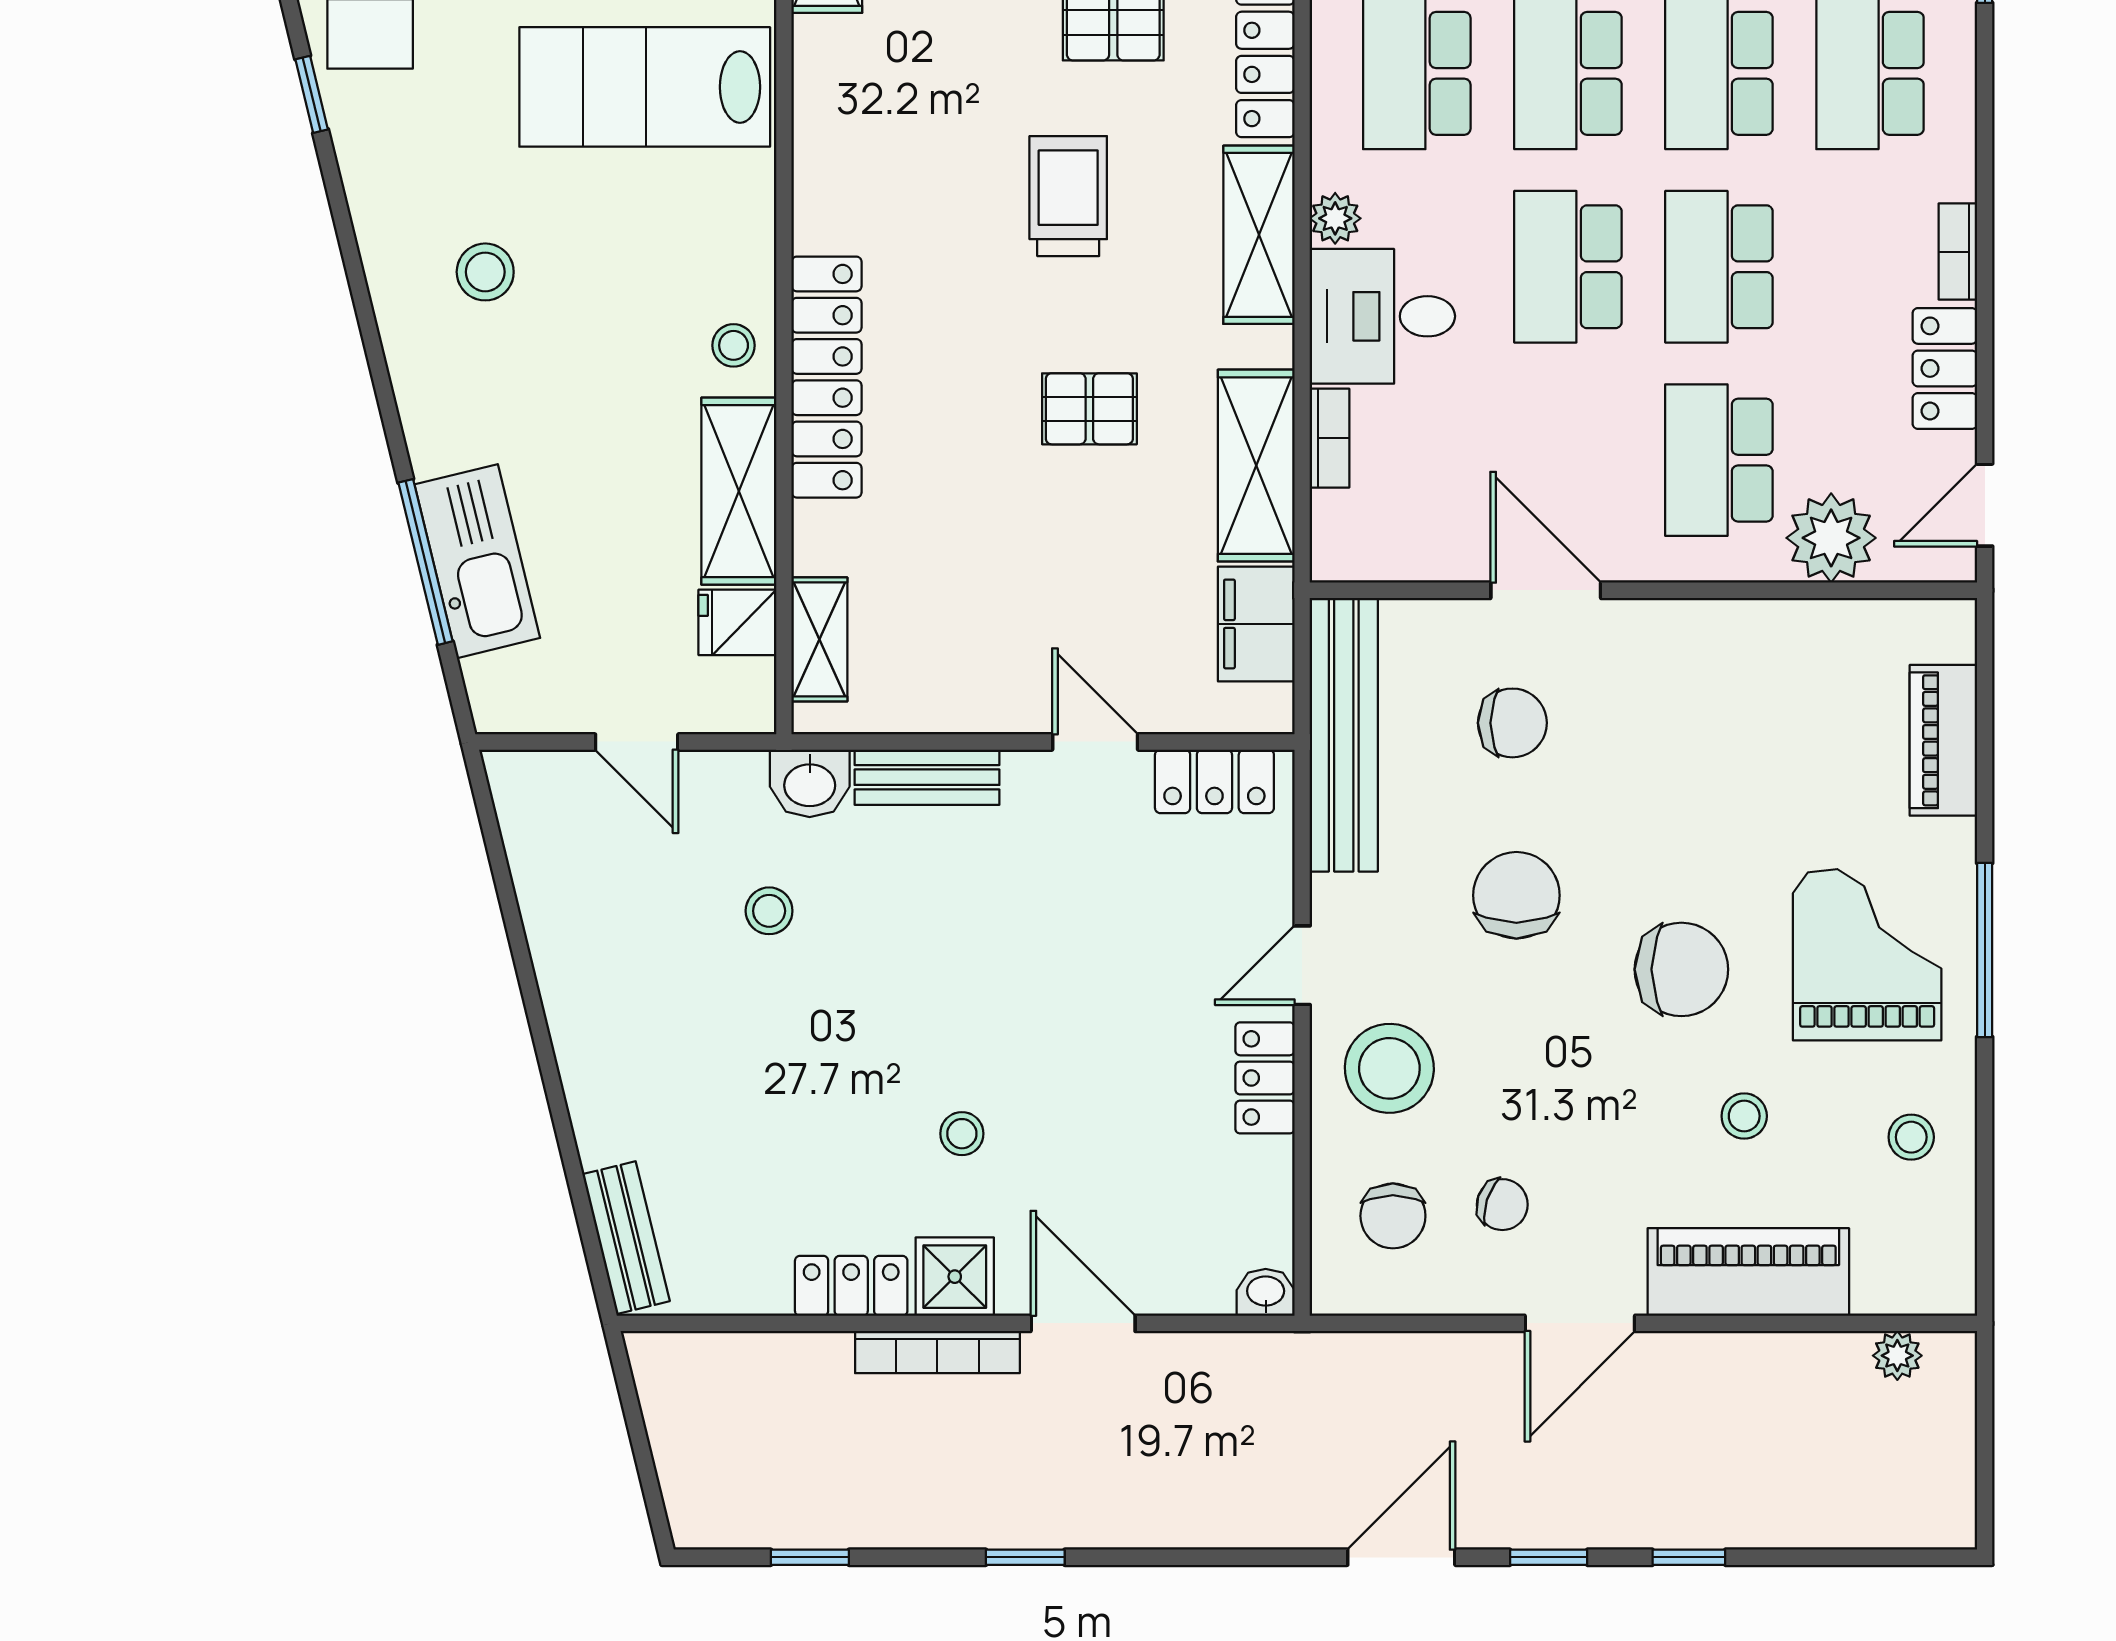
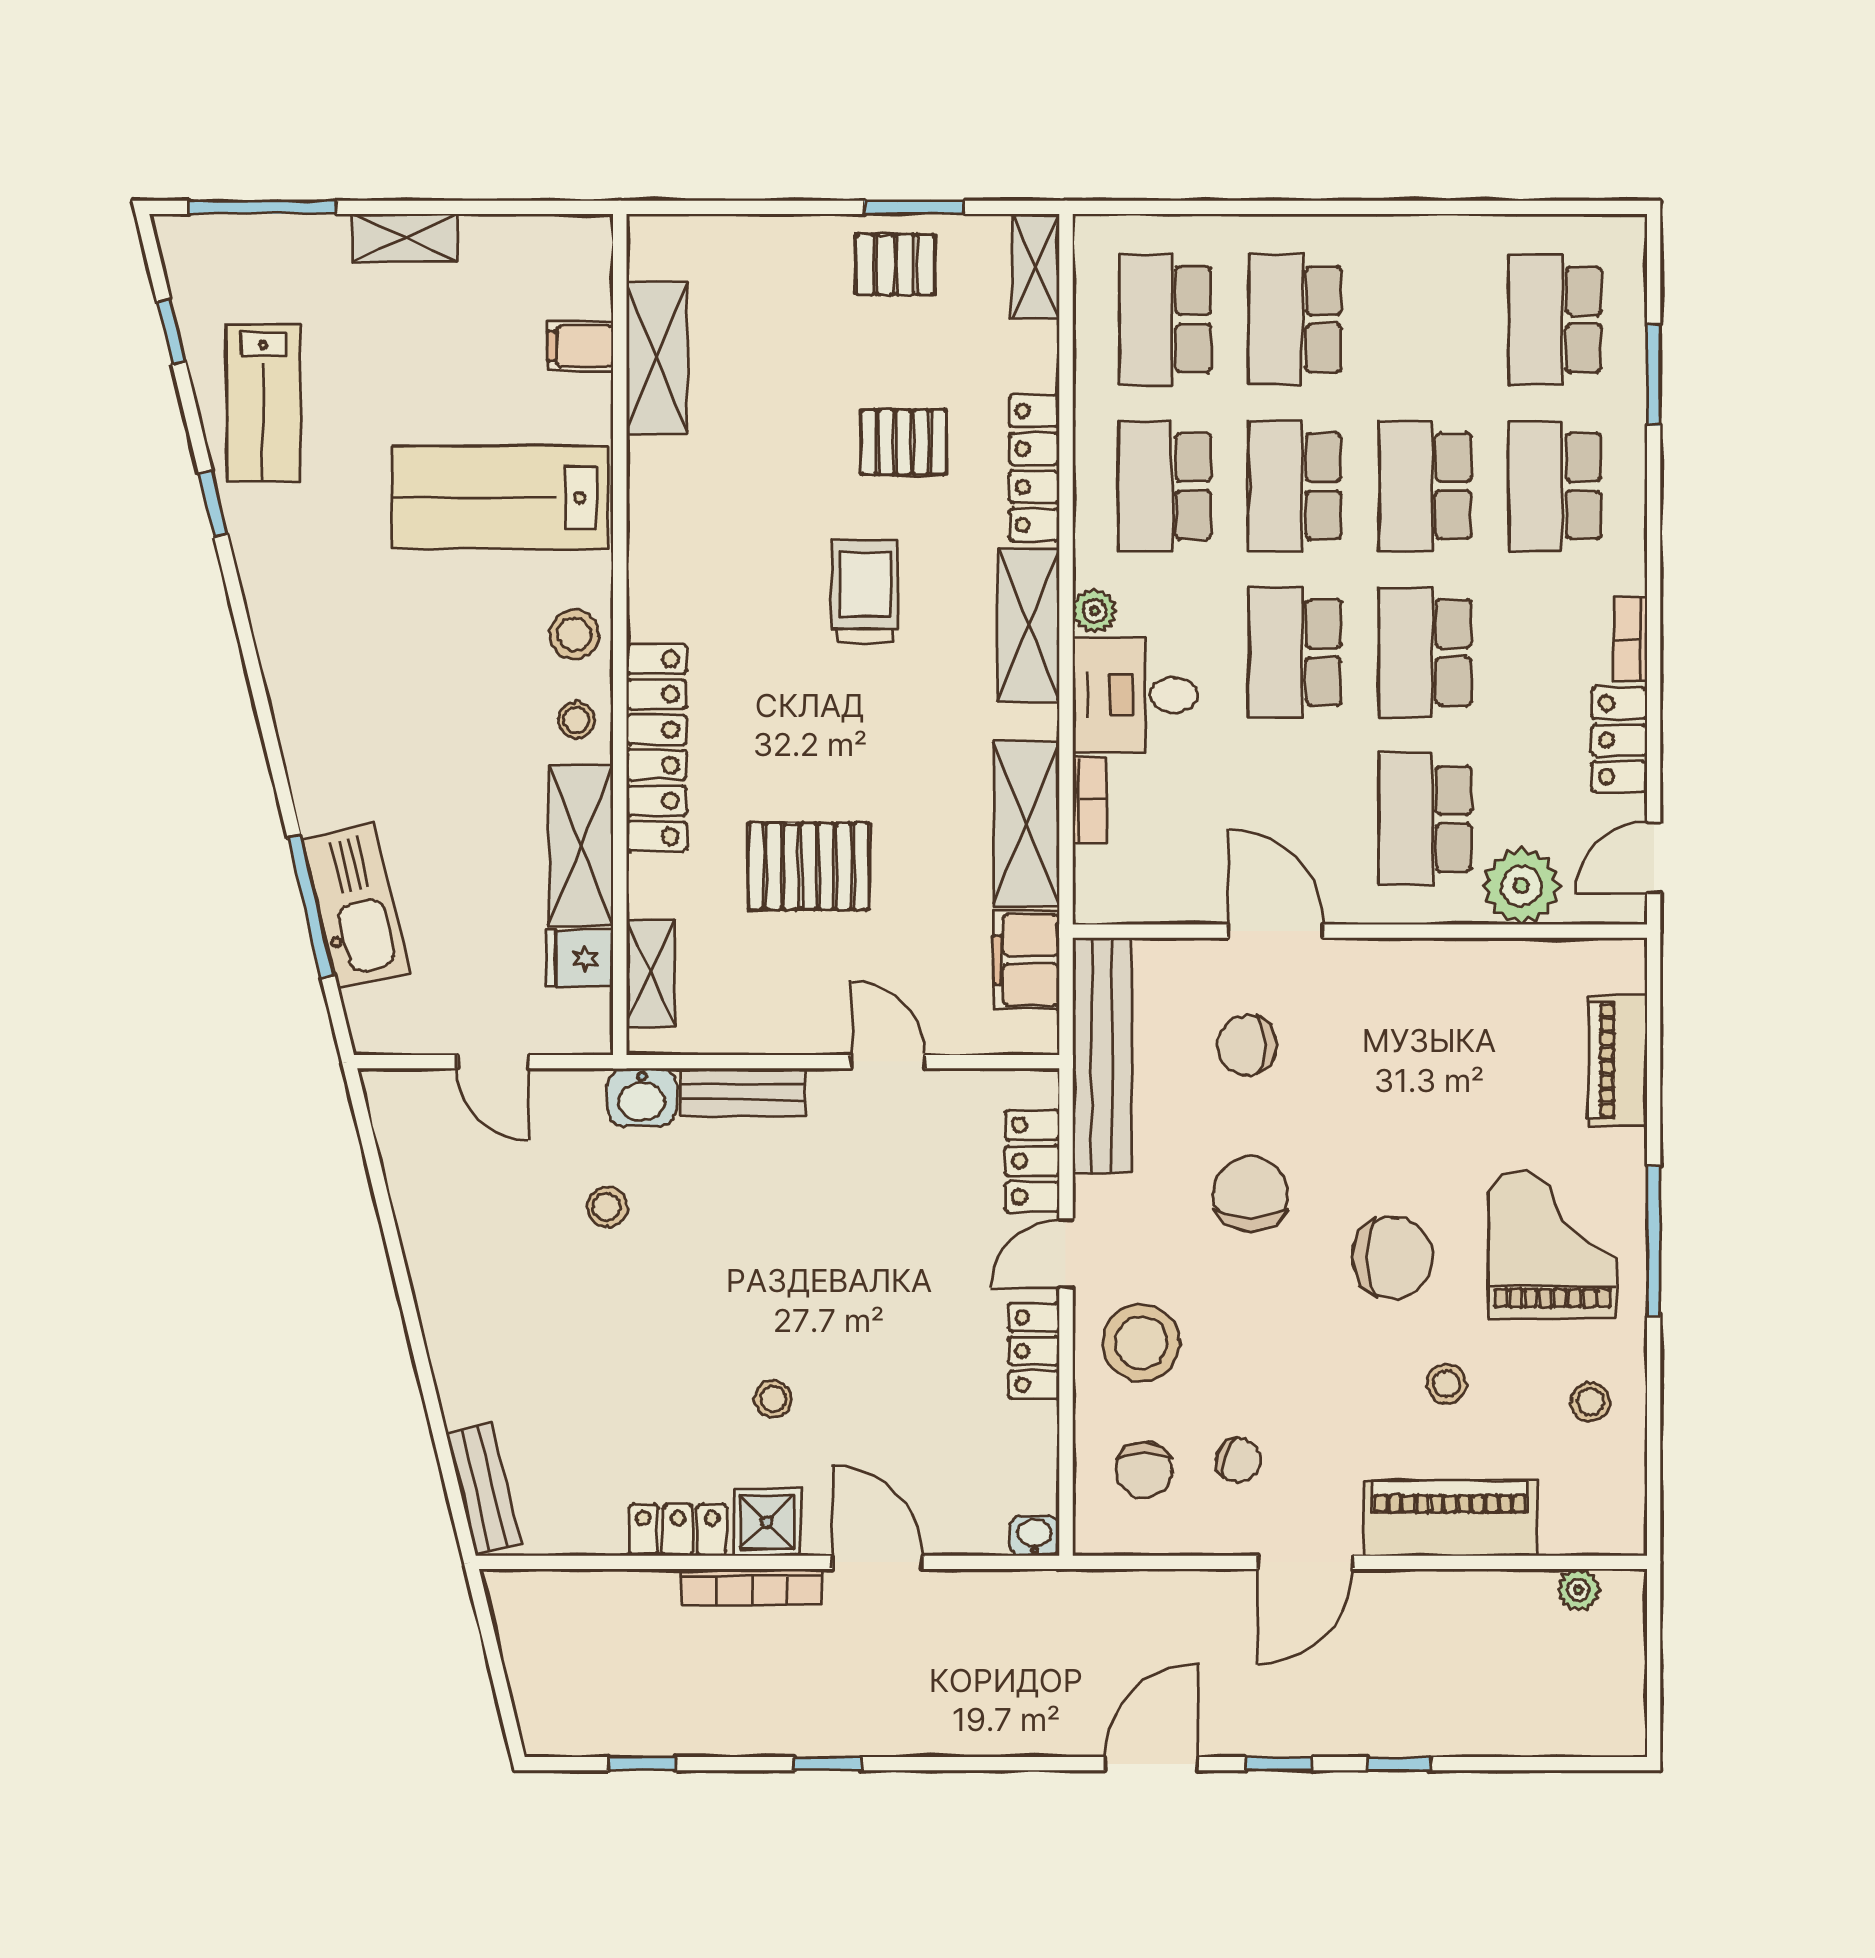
stool: (485, 272) -> (574, 634), moved
pallet: (1089, 409) -> (809, 866), moved, width x1.50, depth x1.42
chair: (1512, 723) -> (1247, 1045), turned 180
locker: (1214, 781) -> (1032, 1161), moved, turned 90

